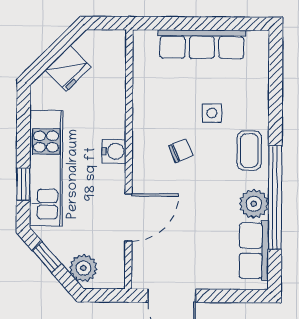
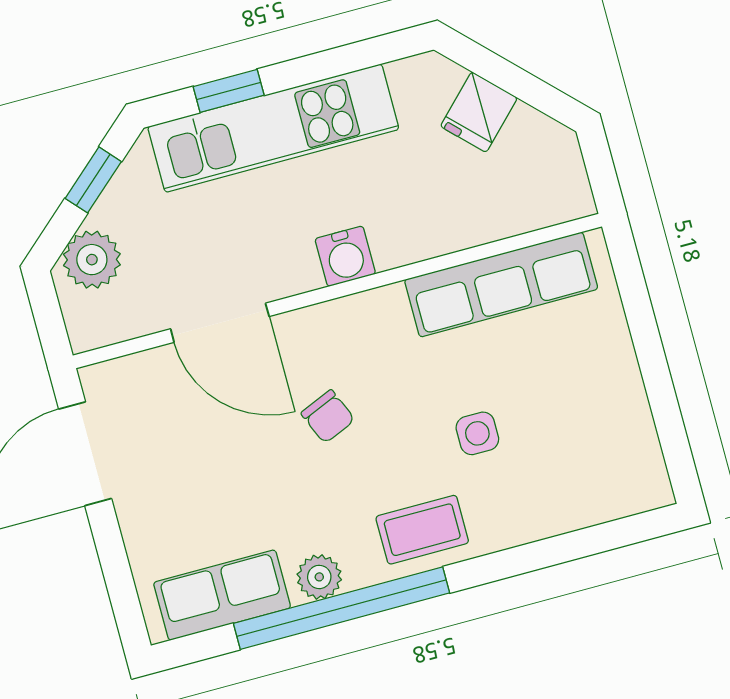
row of seats: (202, 44) -> (501, 284), moved, turned -90
fridge: (68, 68) -> (479, 112), width x0.72
chair: (181, 151) -> (328, 417), moved
plant: (254, 204) -> (319, 577), width x0.73, depth x0.73

